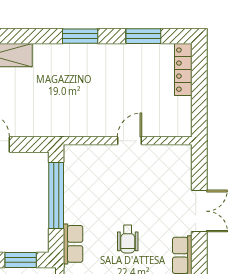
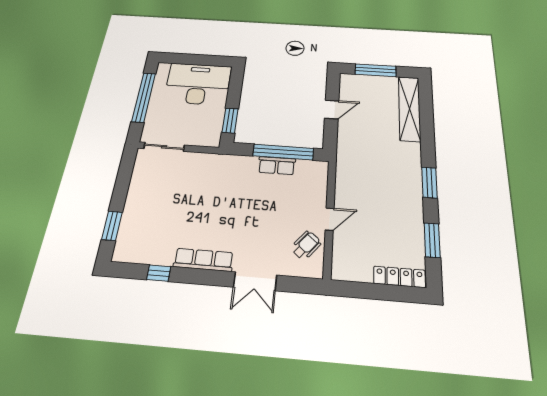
door: (130, 141) -> (330, 219), hinge flipped
wheelchair: (128, 239) -> (306, 245), moved, turned 130
row of seats: (73, 244) -> (277, 166), moved

